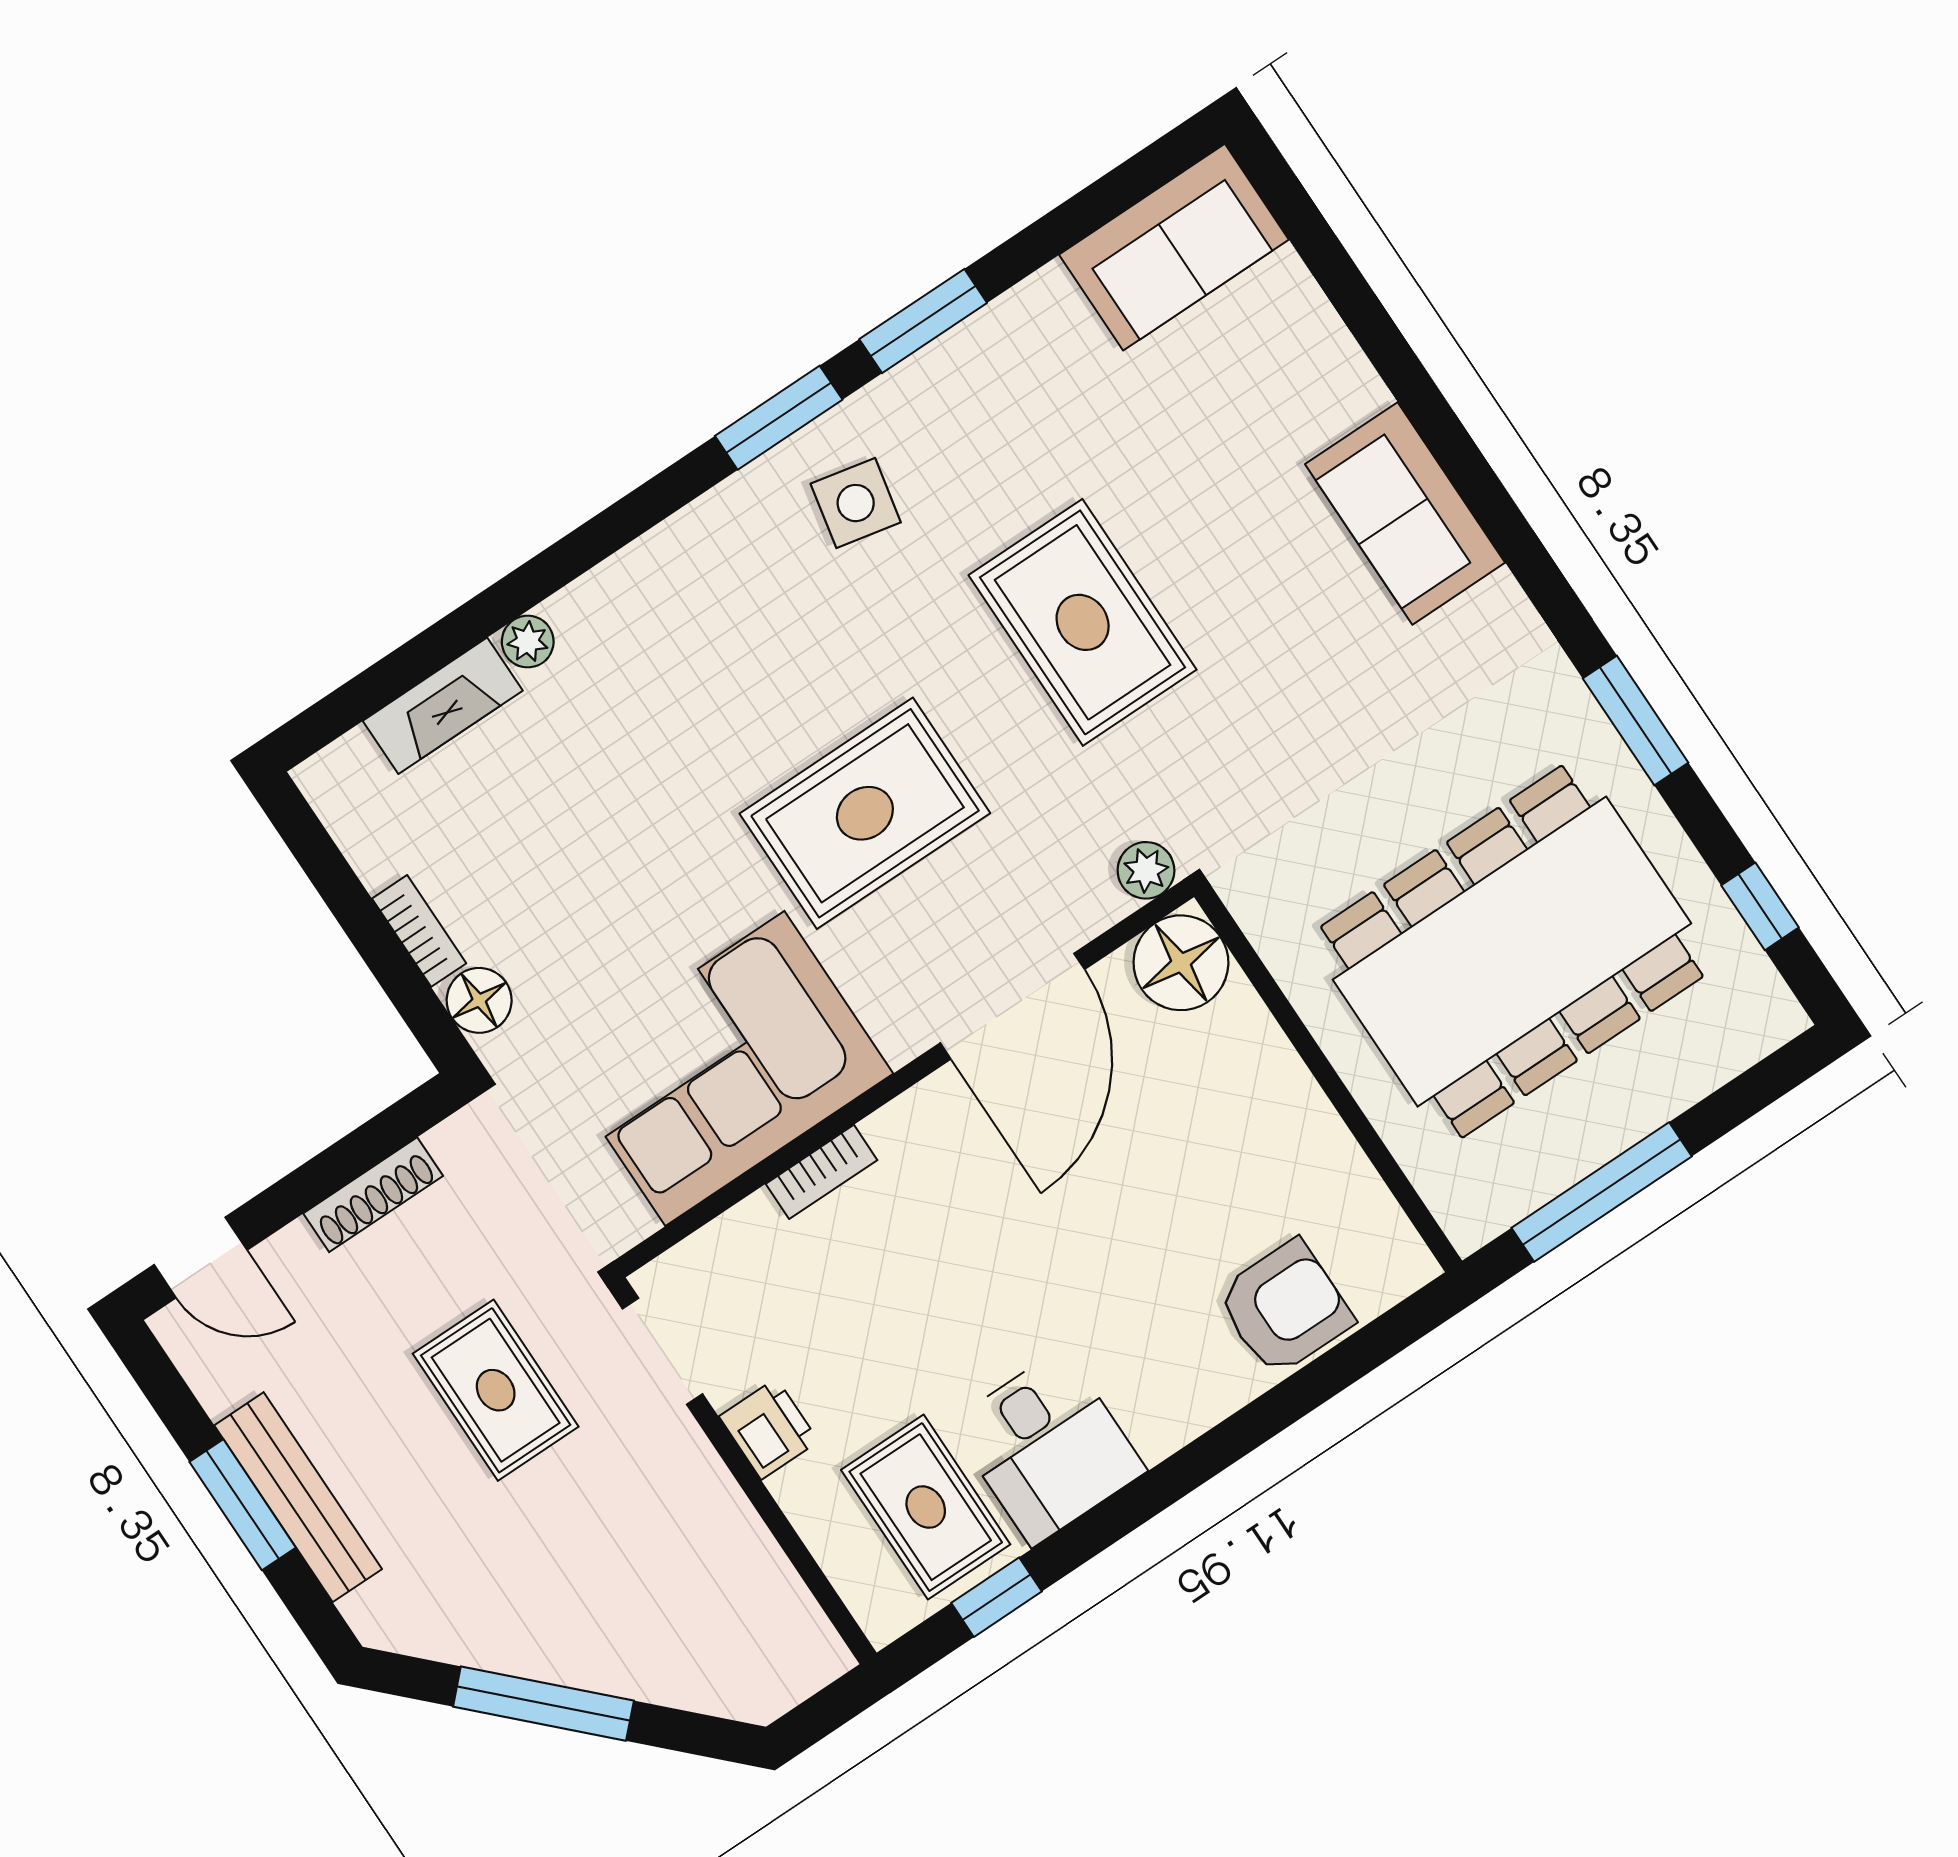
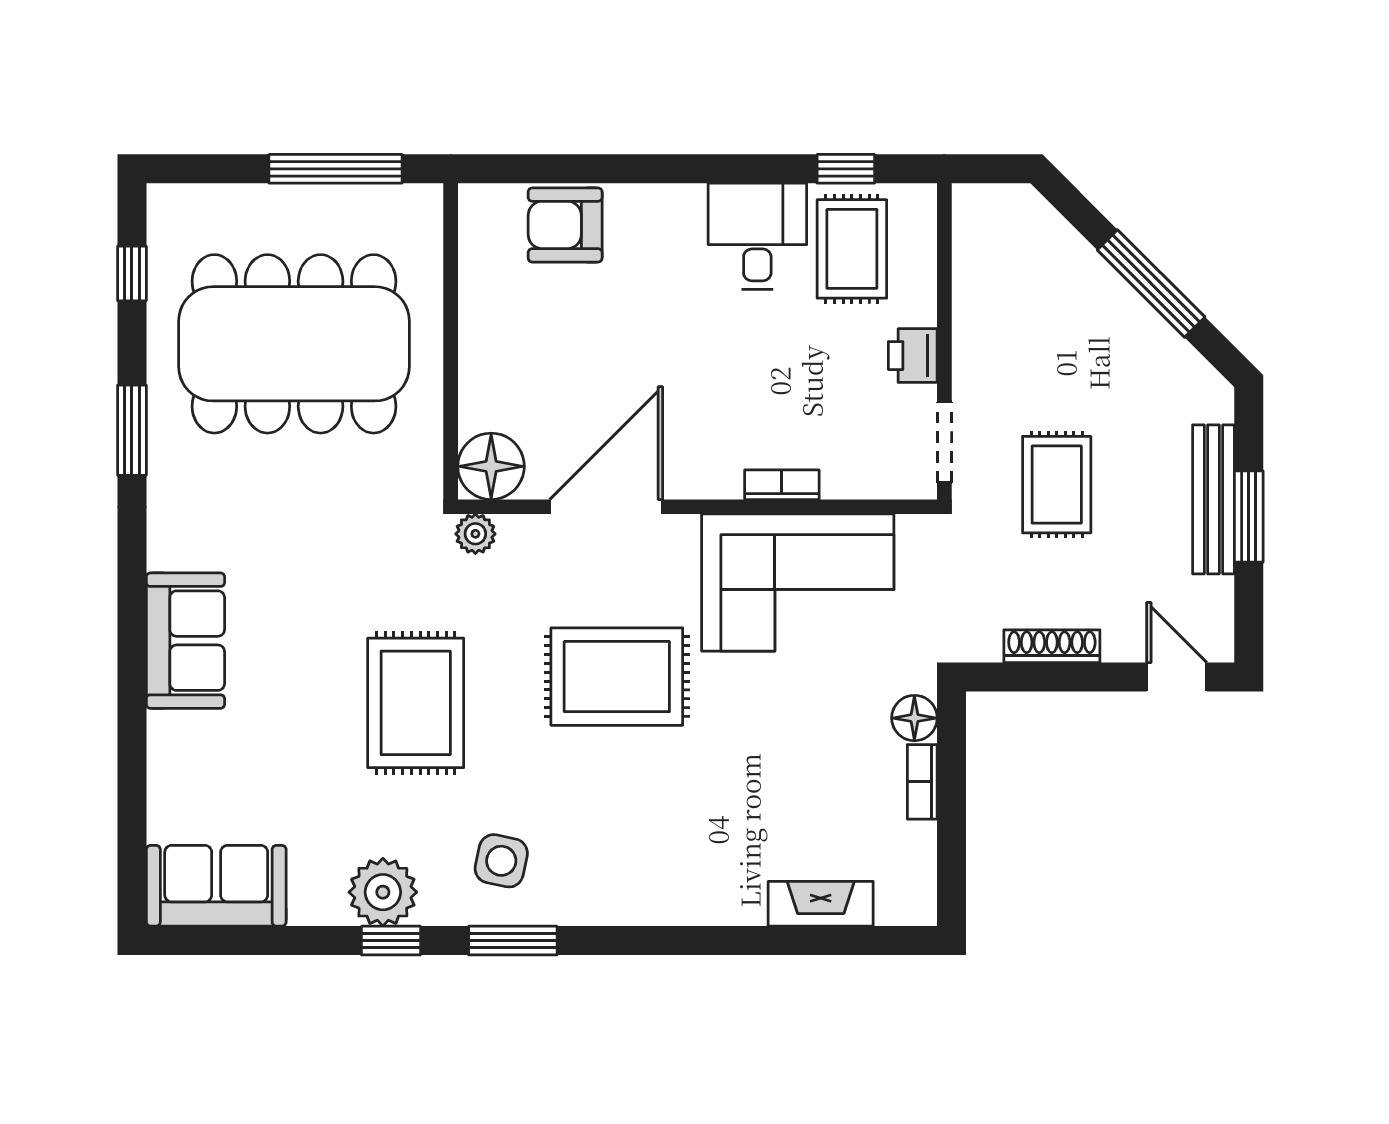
window: (923, 321) -> (391, 941), width x0.67
plant: (528, 642) -> (383, 892), moved, width x1.87, depth x1.87

